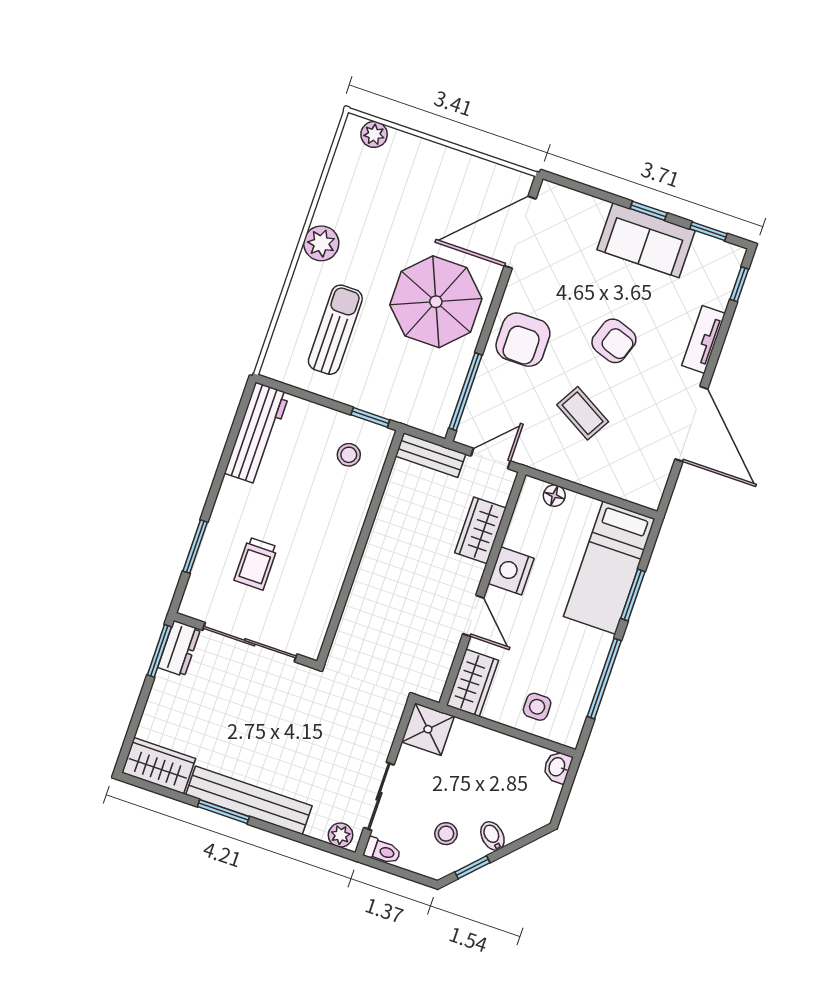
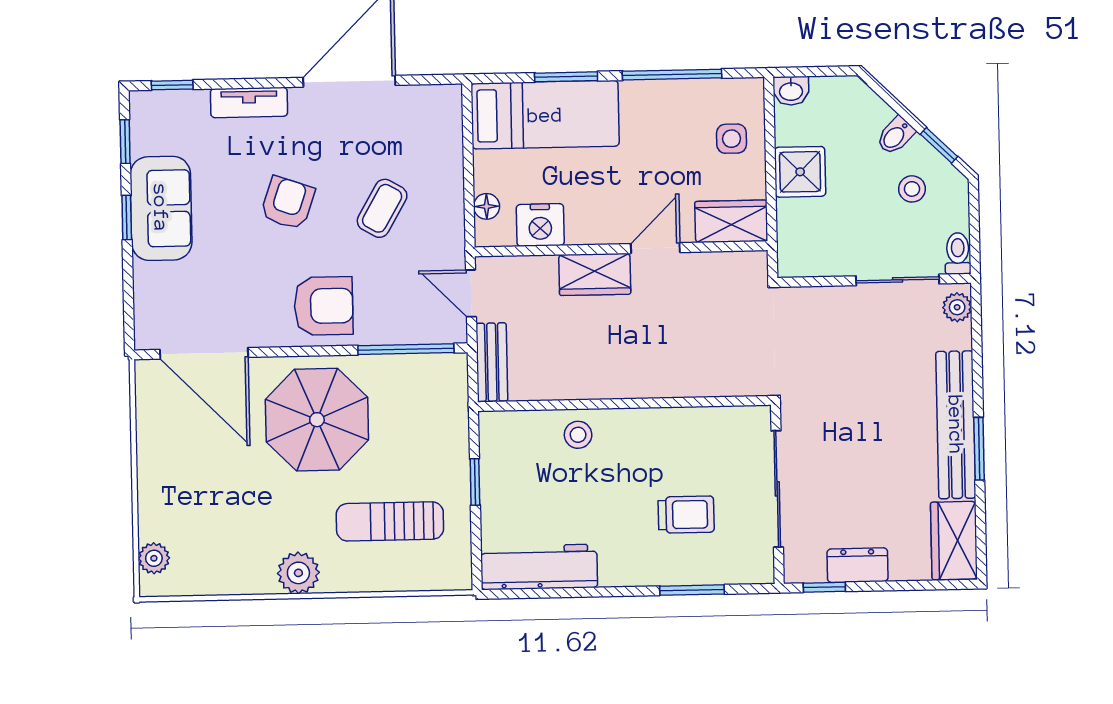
window: (370, 417) -> (475, 482), moved
stool: (349, 455) -> (578, 435), moved
wardrobe: (480, 530) -> (595, 274), moved
nightstand: (511, 571) -> (540, 225), moved
dresser: (179, 648) -> (857, 565), moved
window: (159, 651) -> (824, 587), width x0.67
shower: (428, 729) -> (800, 172), moved

